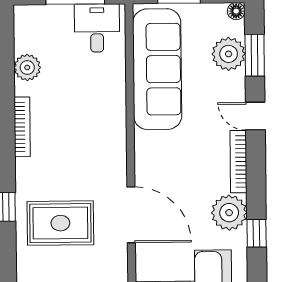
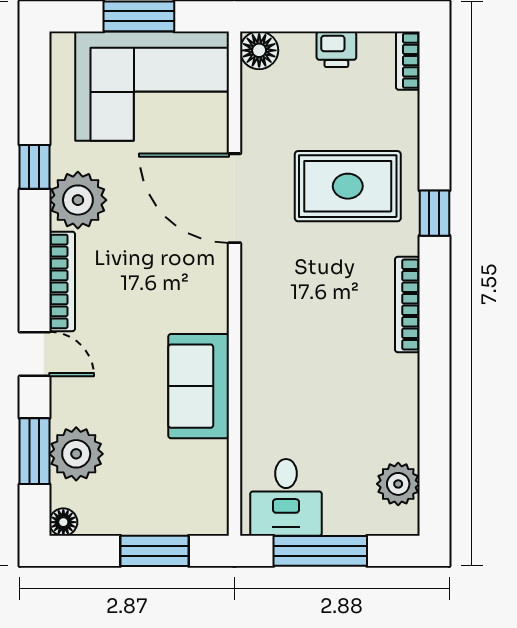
plant: (27, 67) -> (398, 484), moved
sofa: (157, 69) -> (199, 386), width x0.54, depth x0.79
bookcase: (22, 127) -> (407, 305), moved

